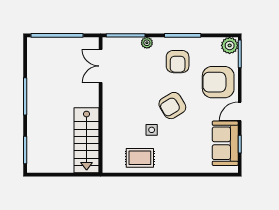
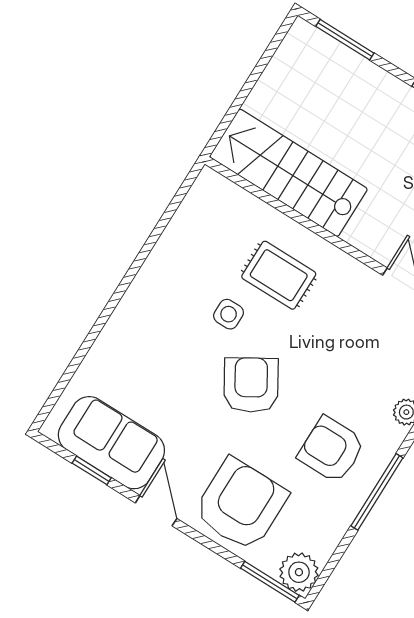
rug: (140, 158) -> (279, 275), moved, turned 90

